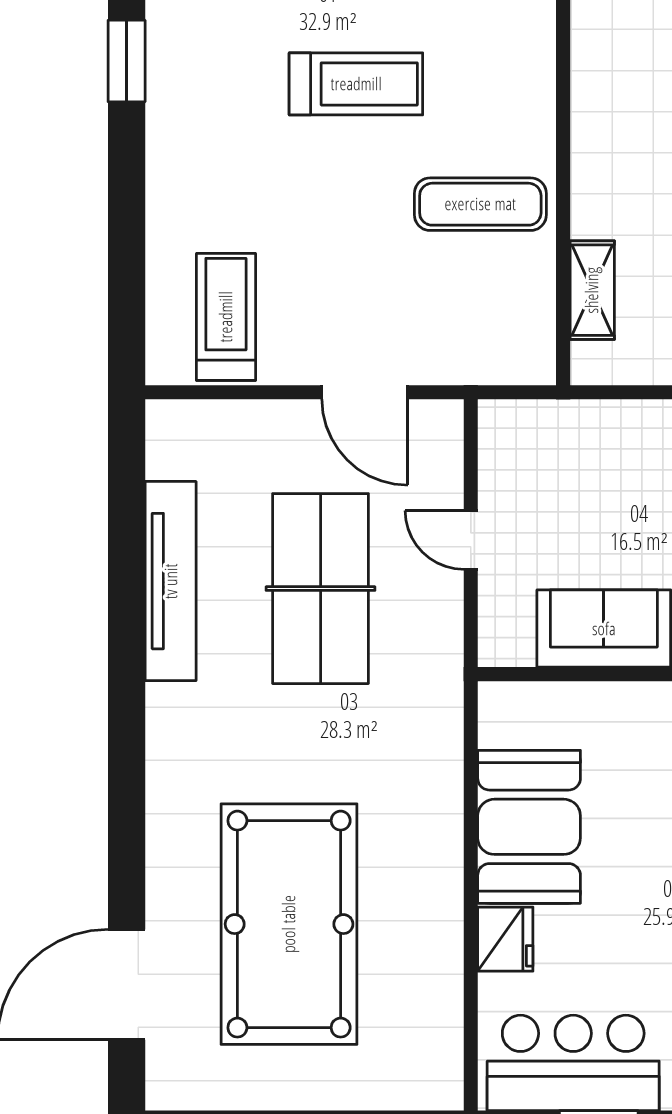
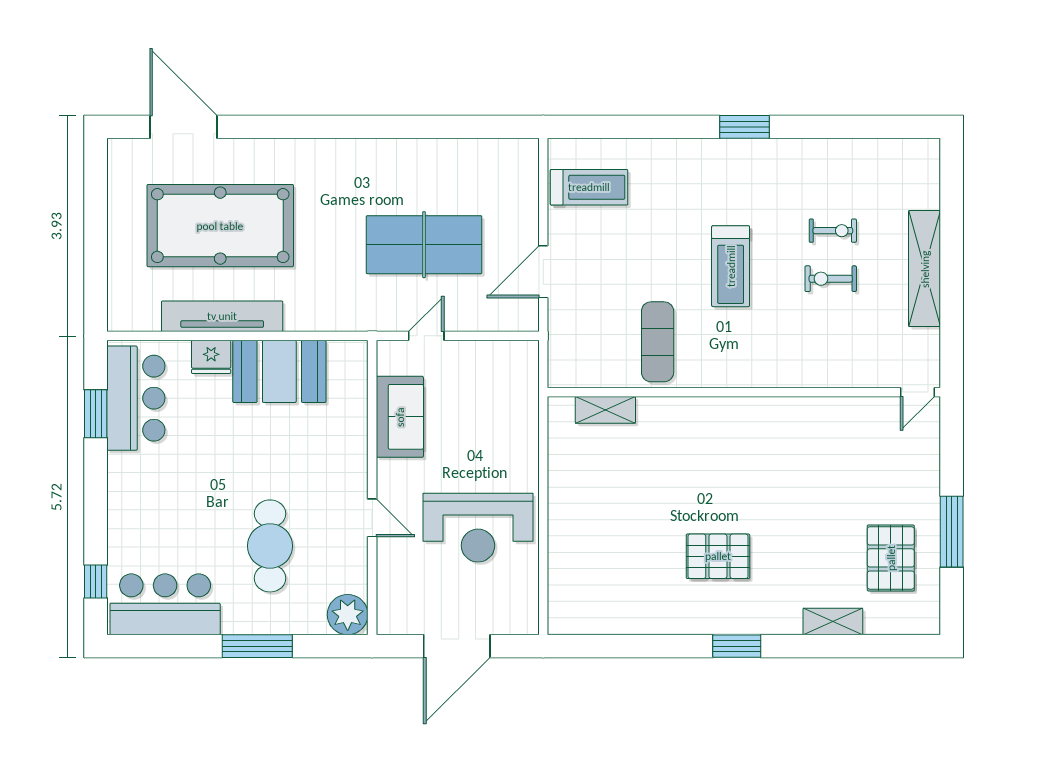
door: (471, 540) -> (426, 336), moved
tv unit: (171, 581) -> (222, 316), moved, turned 180

